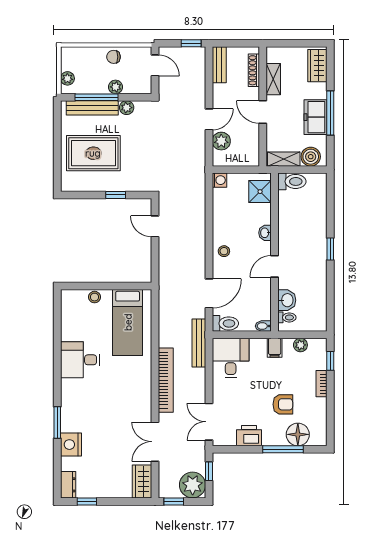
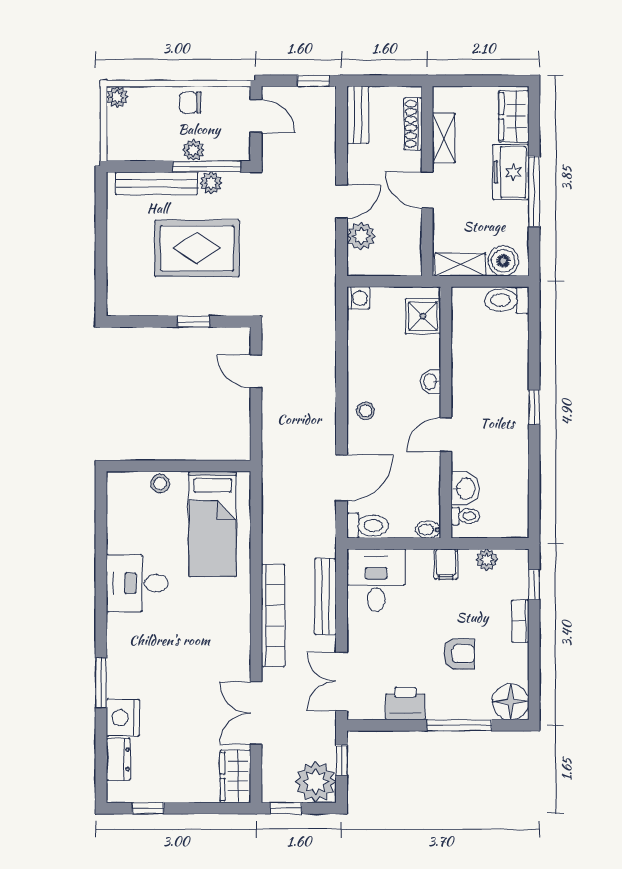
plant: (67, 78) -> (117, 97), moved
window: (97, 97) -> (207, 166), moved
freezer: (315, 117) -> (511, 172), moved
rug: (93, 153) -> (197, 248), moved
toilet: (292, 181) -> (507, 300), moved, turned 180
bench: (199, 343) -> (326, 597), moved
floor lamp: (298, 434) -> (511, 702), moved
dresser: (68, 485) -> (118, 759), moved

